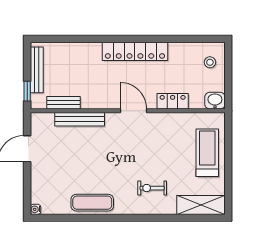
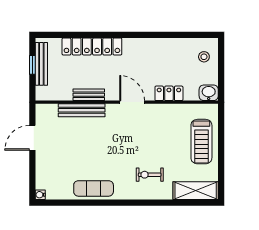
locker: (135, 51) -> (92, 46), moved
window: (27, 91) -> (32, 65), moved
bench: (64, 103) -> (89, 95), moved
treadmill: (207, 153) -> (201, 142), turned 180

